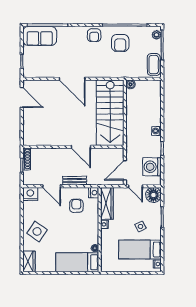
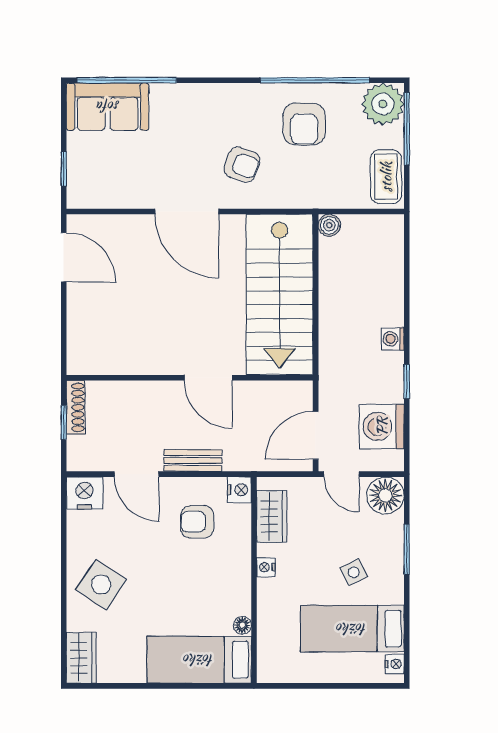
armchair: (94, 35) -> (242, 165), moved, turned -70
plant: (156, 35) -> (383, 104), width x1.87, depth x1.87
wardrobe: (107, 204) -> (272, 516), width x0.67
armchair: (76, 206) -> (197, 522), turned -90

